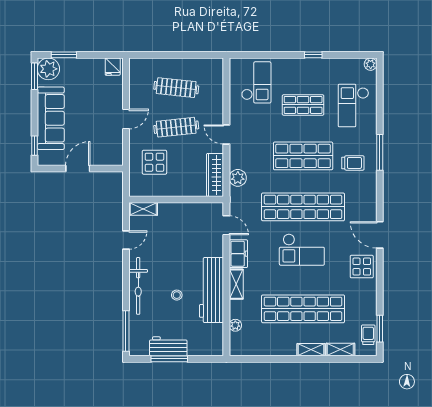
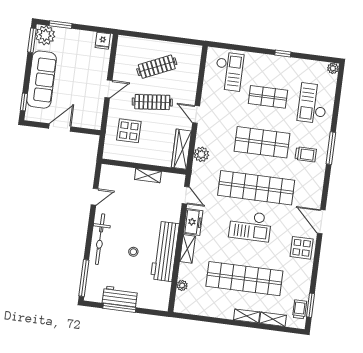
clothes rail: (176, 88) -> (157, 67), turned -30
shelving: (143, 209) -> (148, 176), moved

